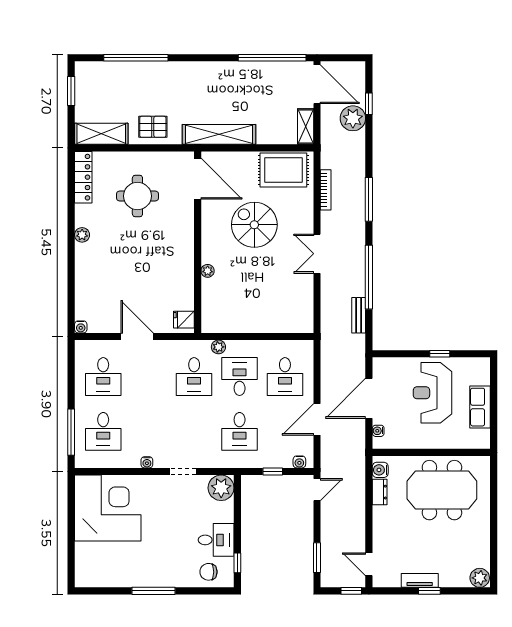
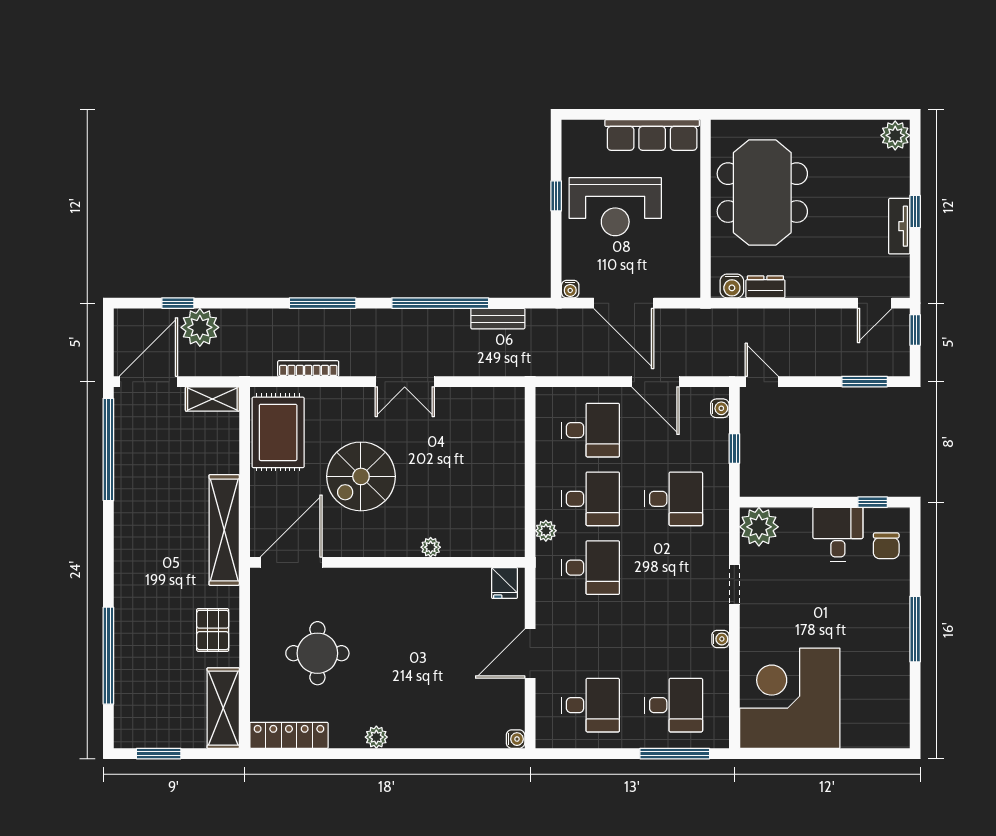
desk: (240, 377) -> (591, 499), turned 180
row of seats: (480, 407) -> (652, 135), width x1.48
water cooler: (378, 431) -> (570, 289), moved

